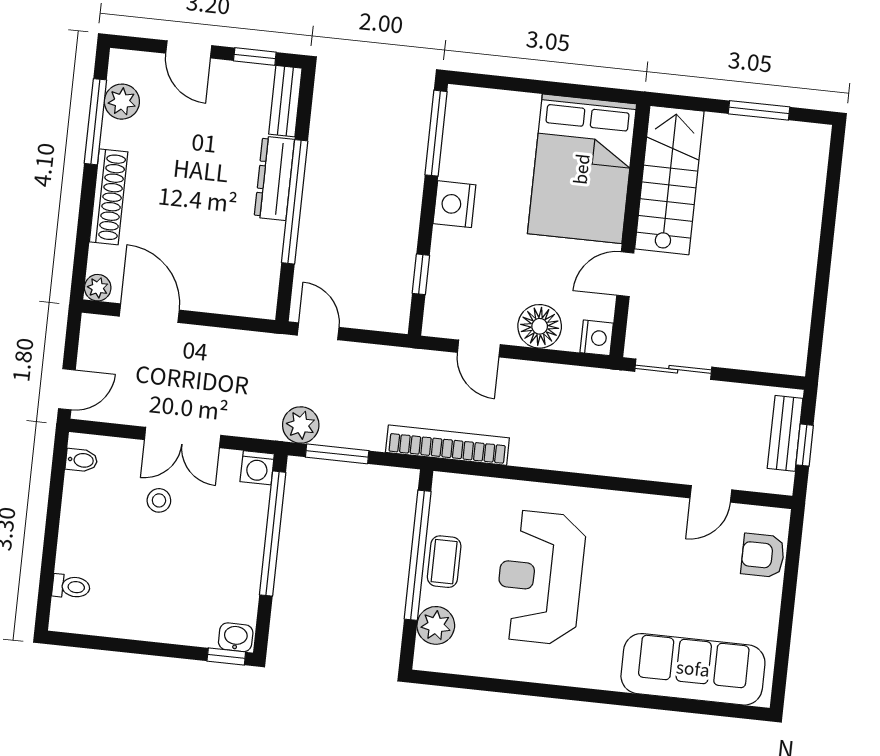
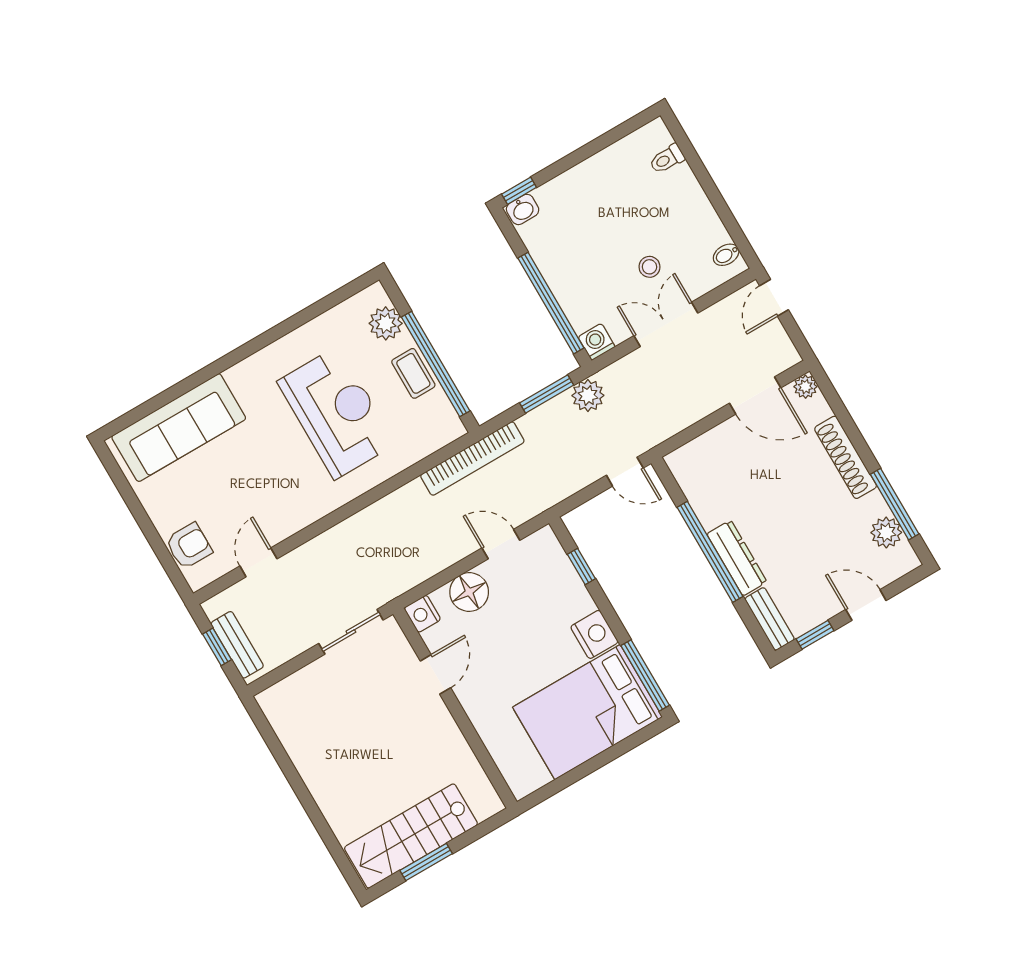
bed: (582, 169) -> (587, 712), moved, turned -90
stairs: (669, 180) -> (411, 836), moved, turned 90

